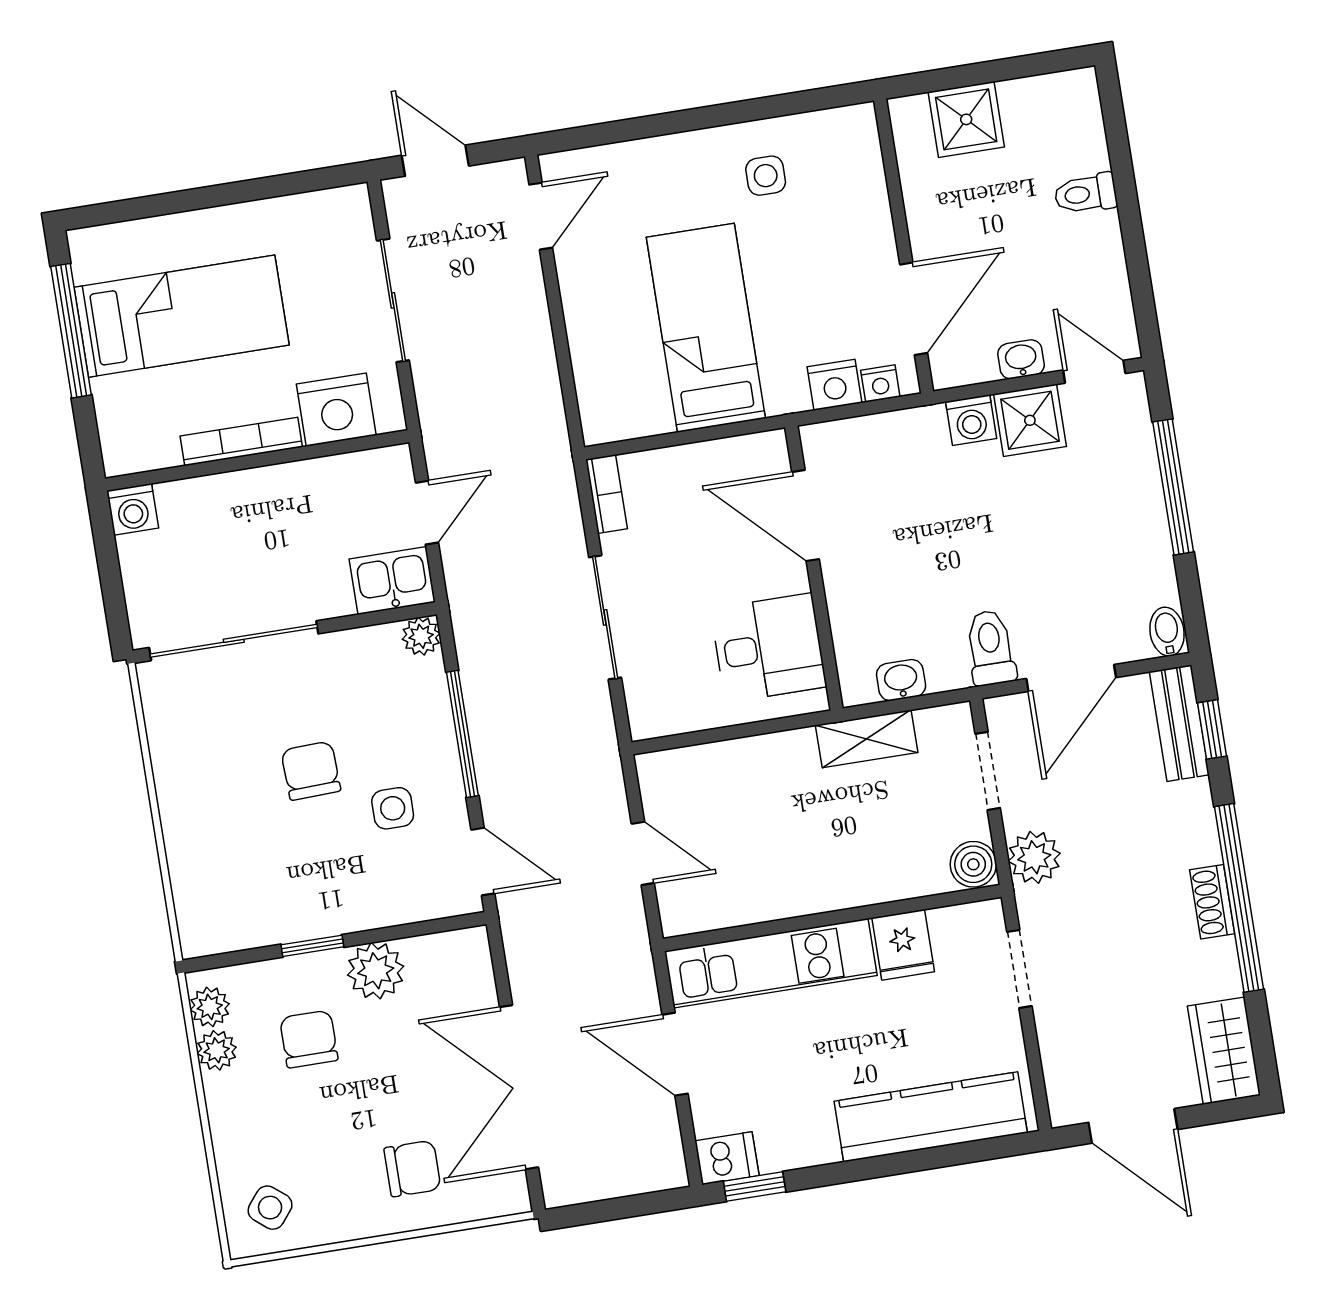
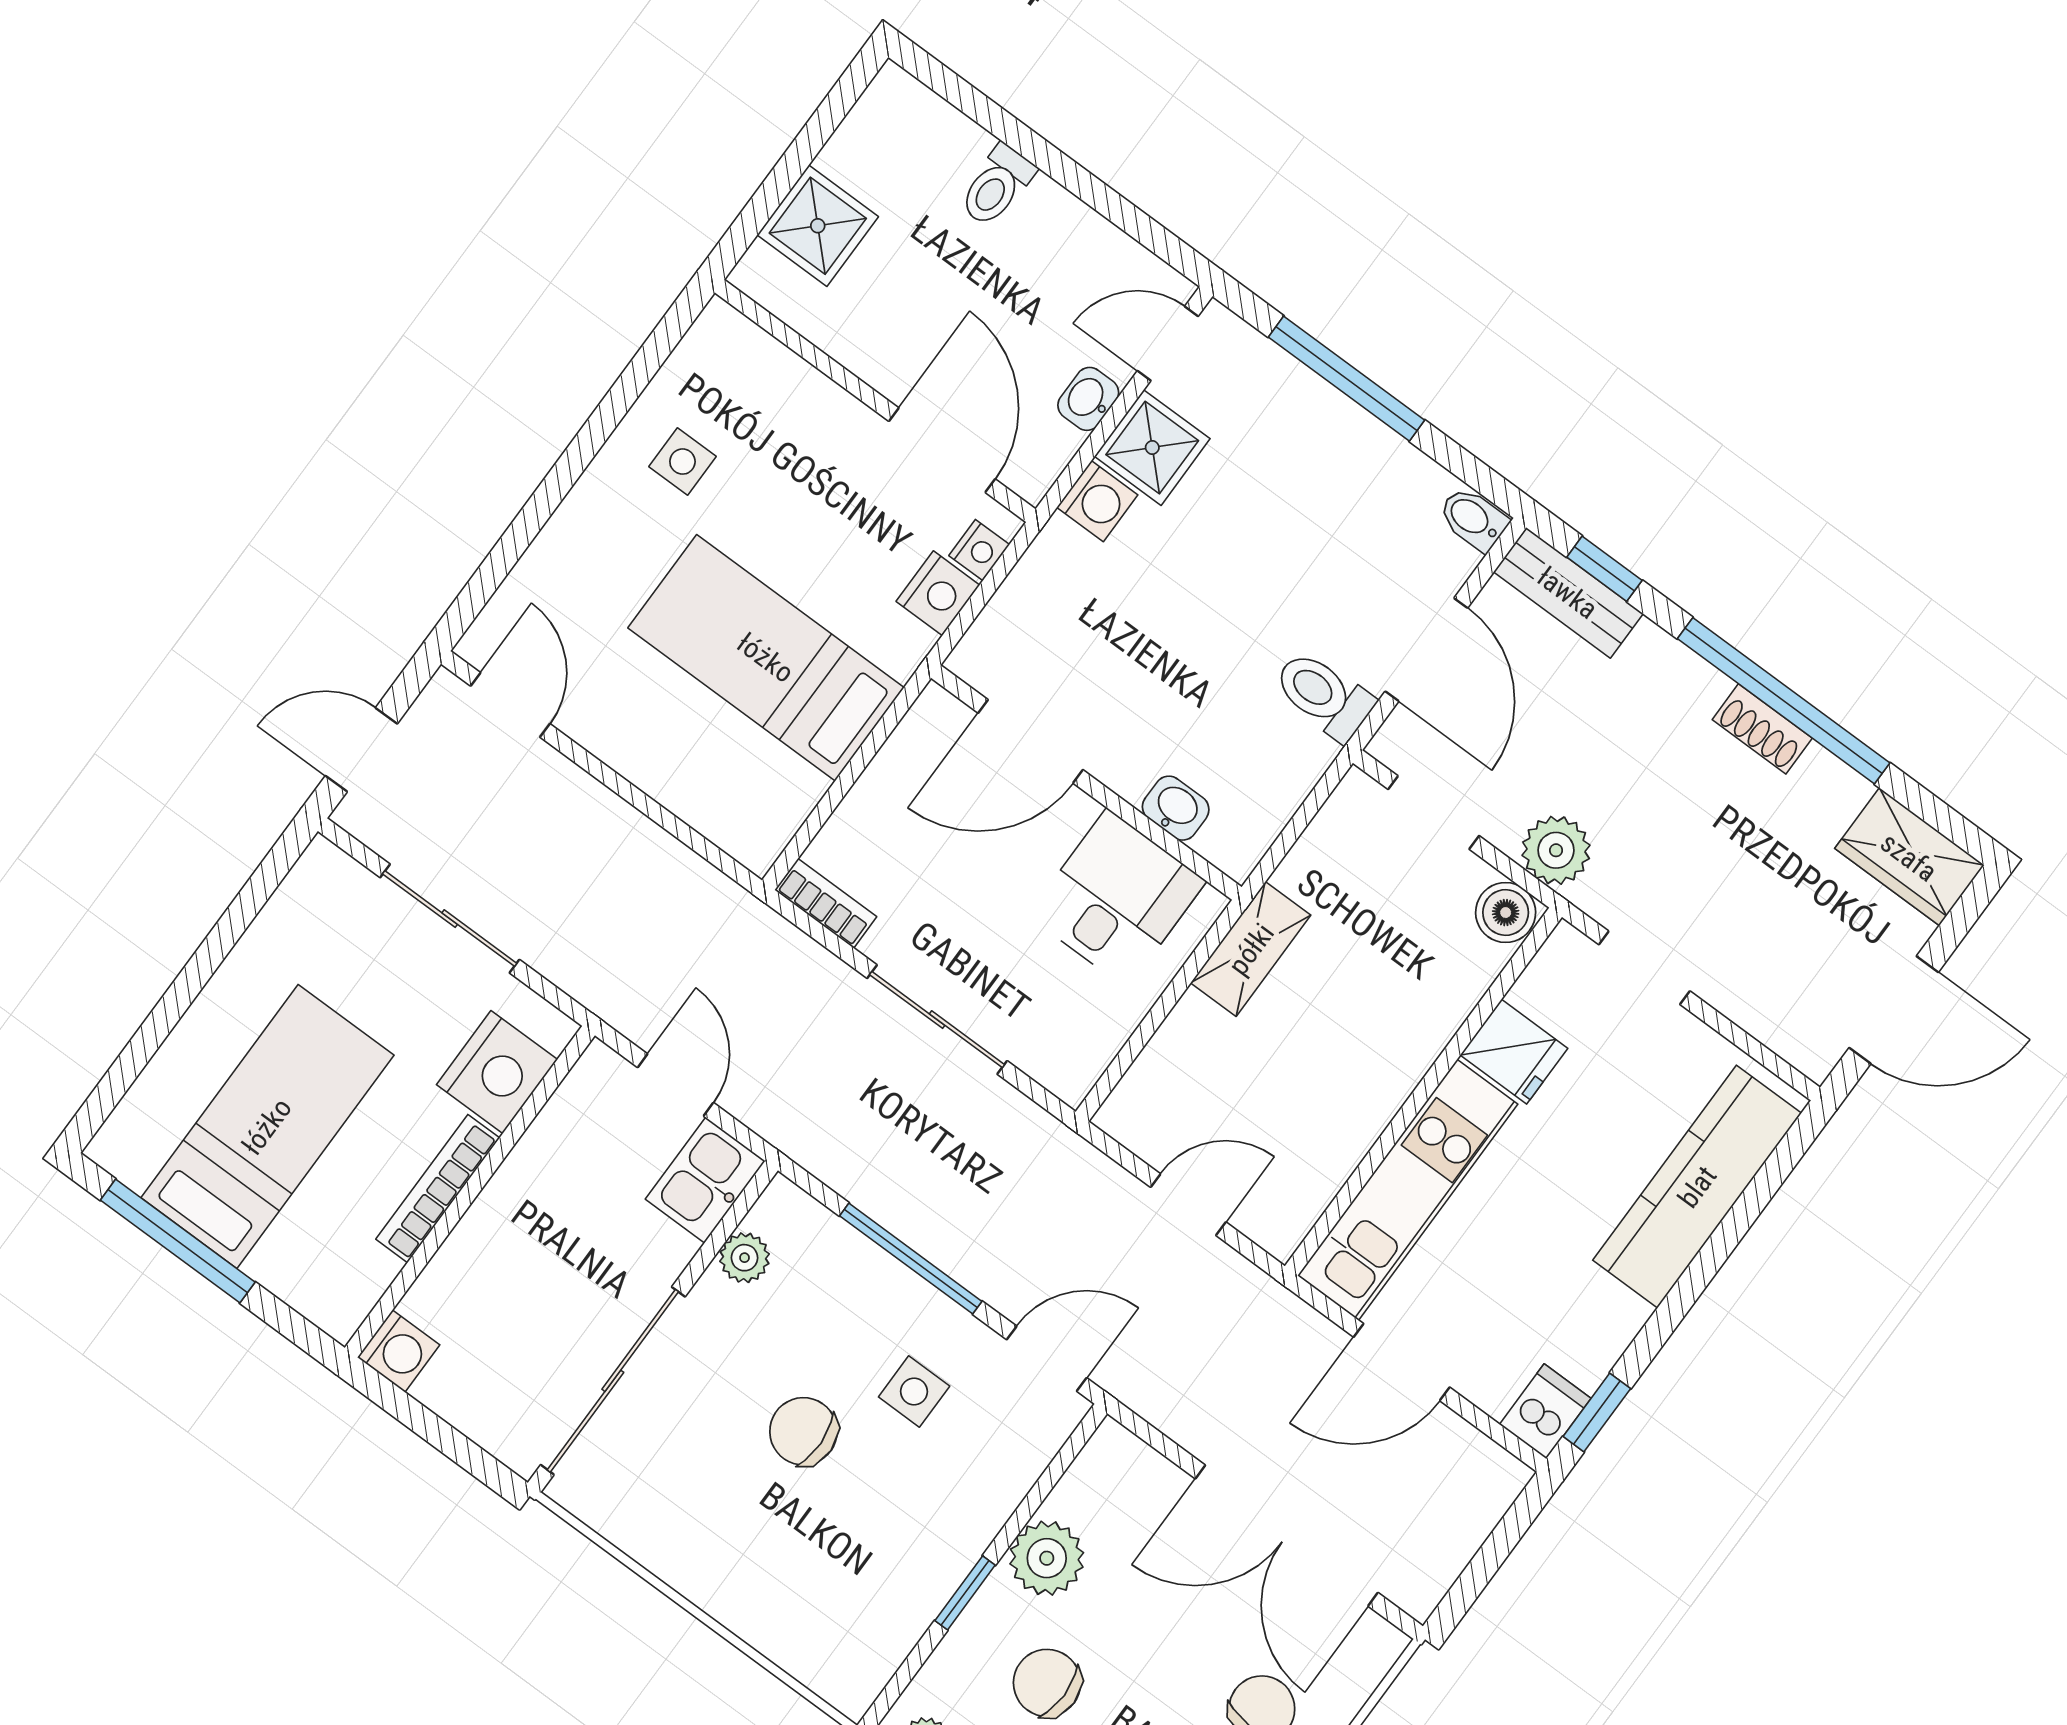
plant: (421, 636) -> (745, 1258), moved
washbasin: (901, 680) -> (1176, 808), moved, turned 90
shelving: (867, 739) -> (1251, 949), moved

